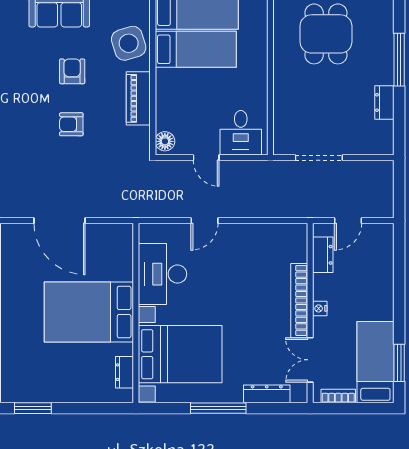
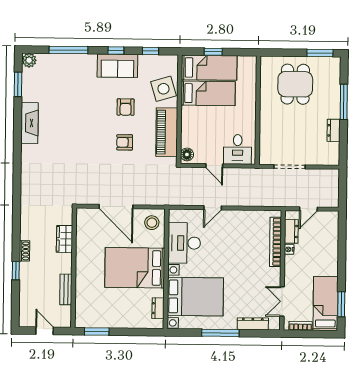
armchair: (72, 71) -> (126, 107), turned 180
piano: (138, 98) -> (167, 132), width x1.37, depth x1.33
stool: (114, 244) -> (152, 223), added
bookcase: (299, 300) -> (275, 242), moved
nightstand: (320, 308) -> (289, 249), moved

